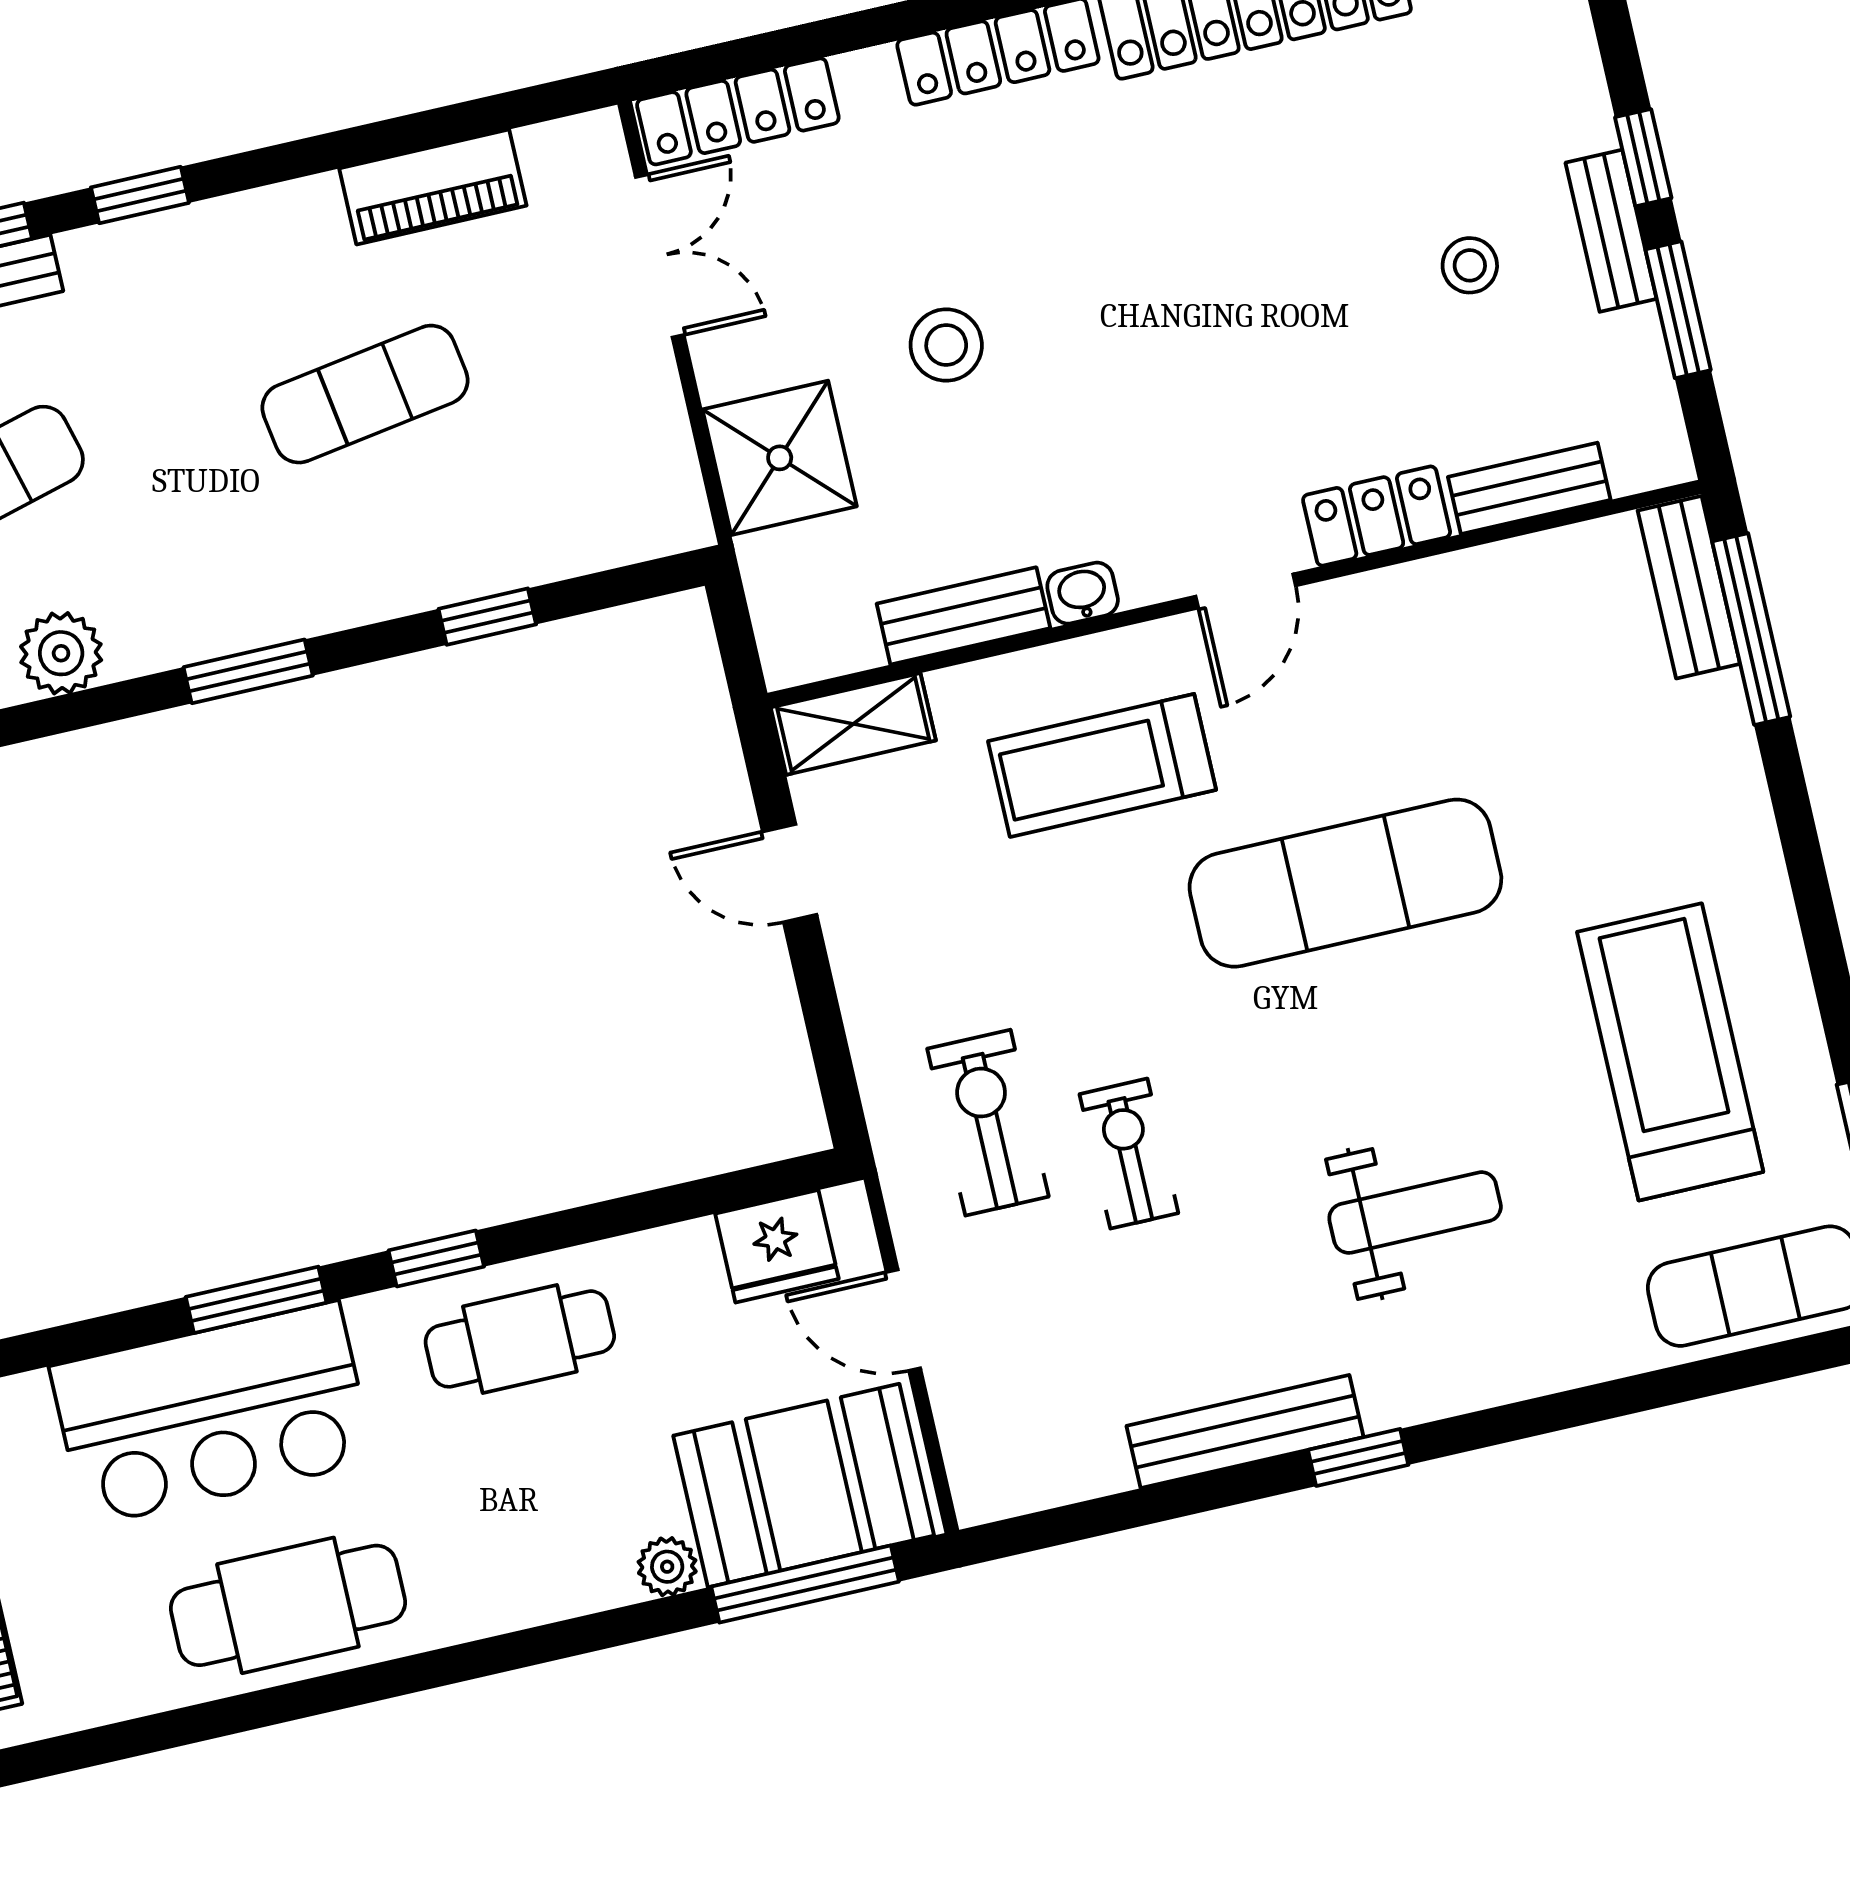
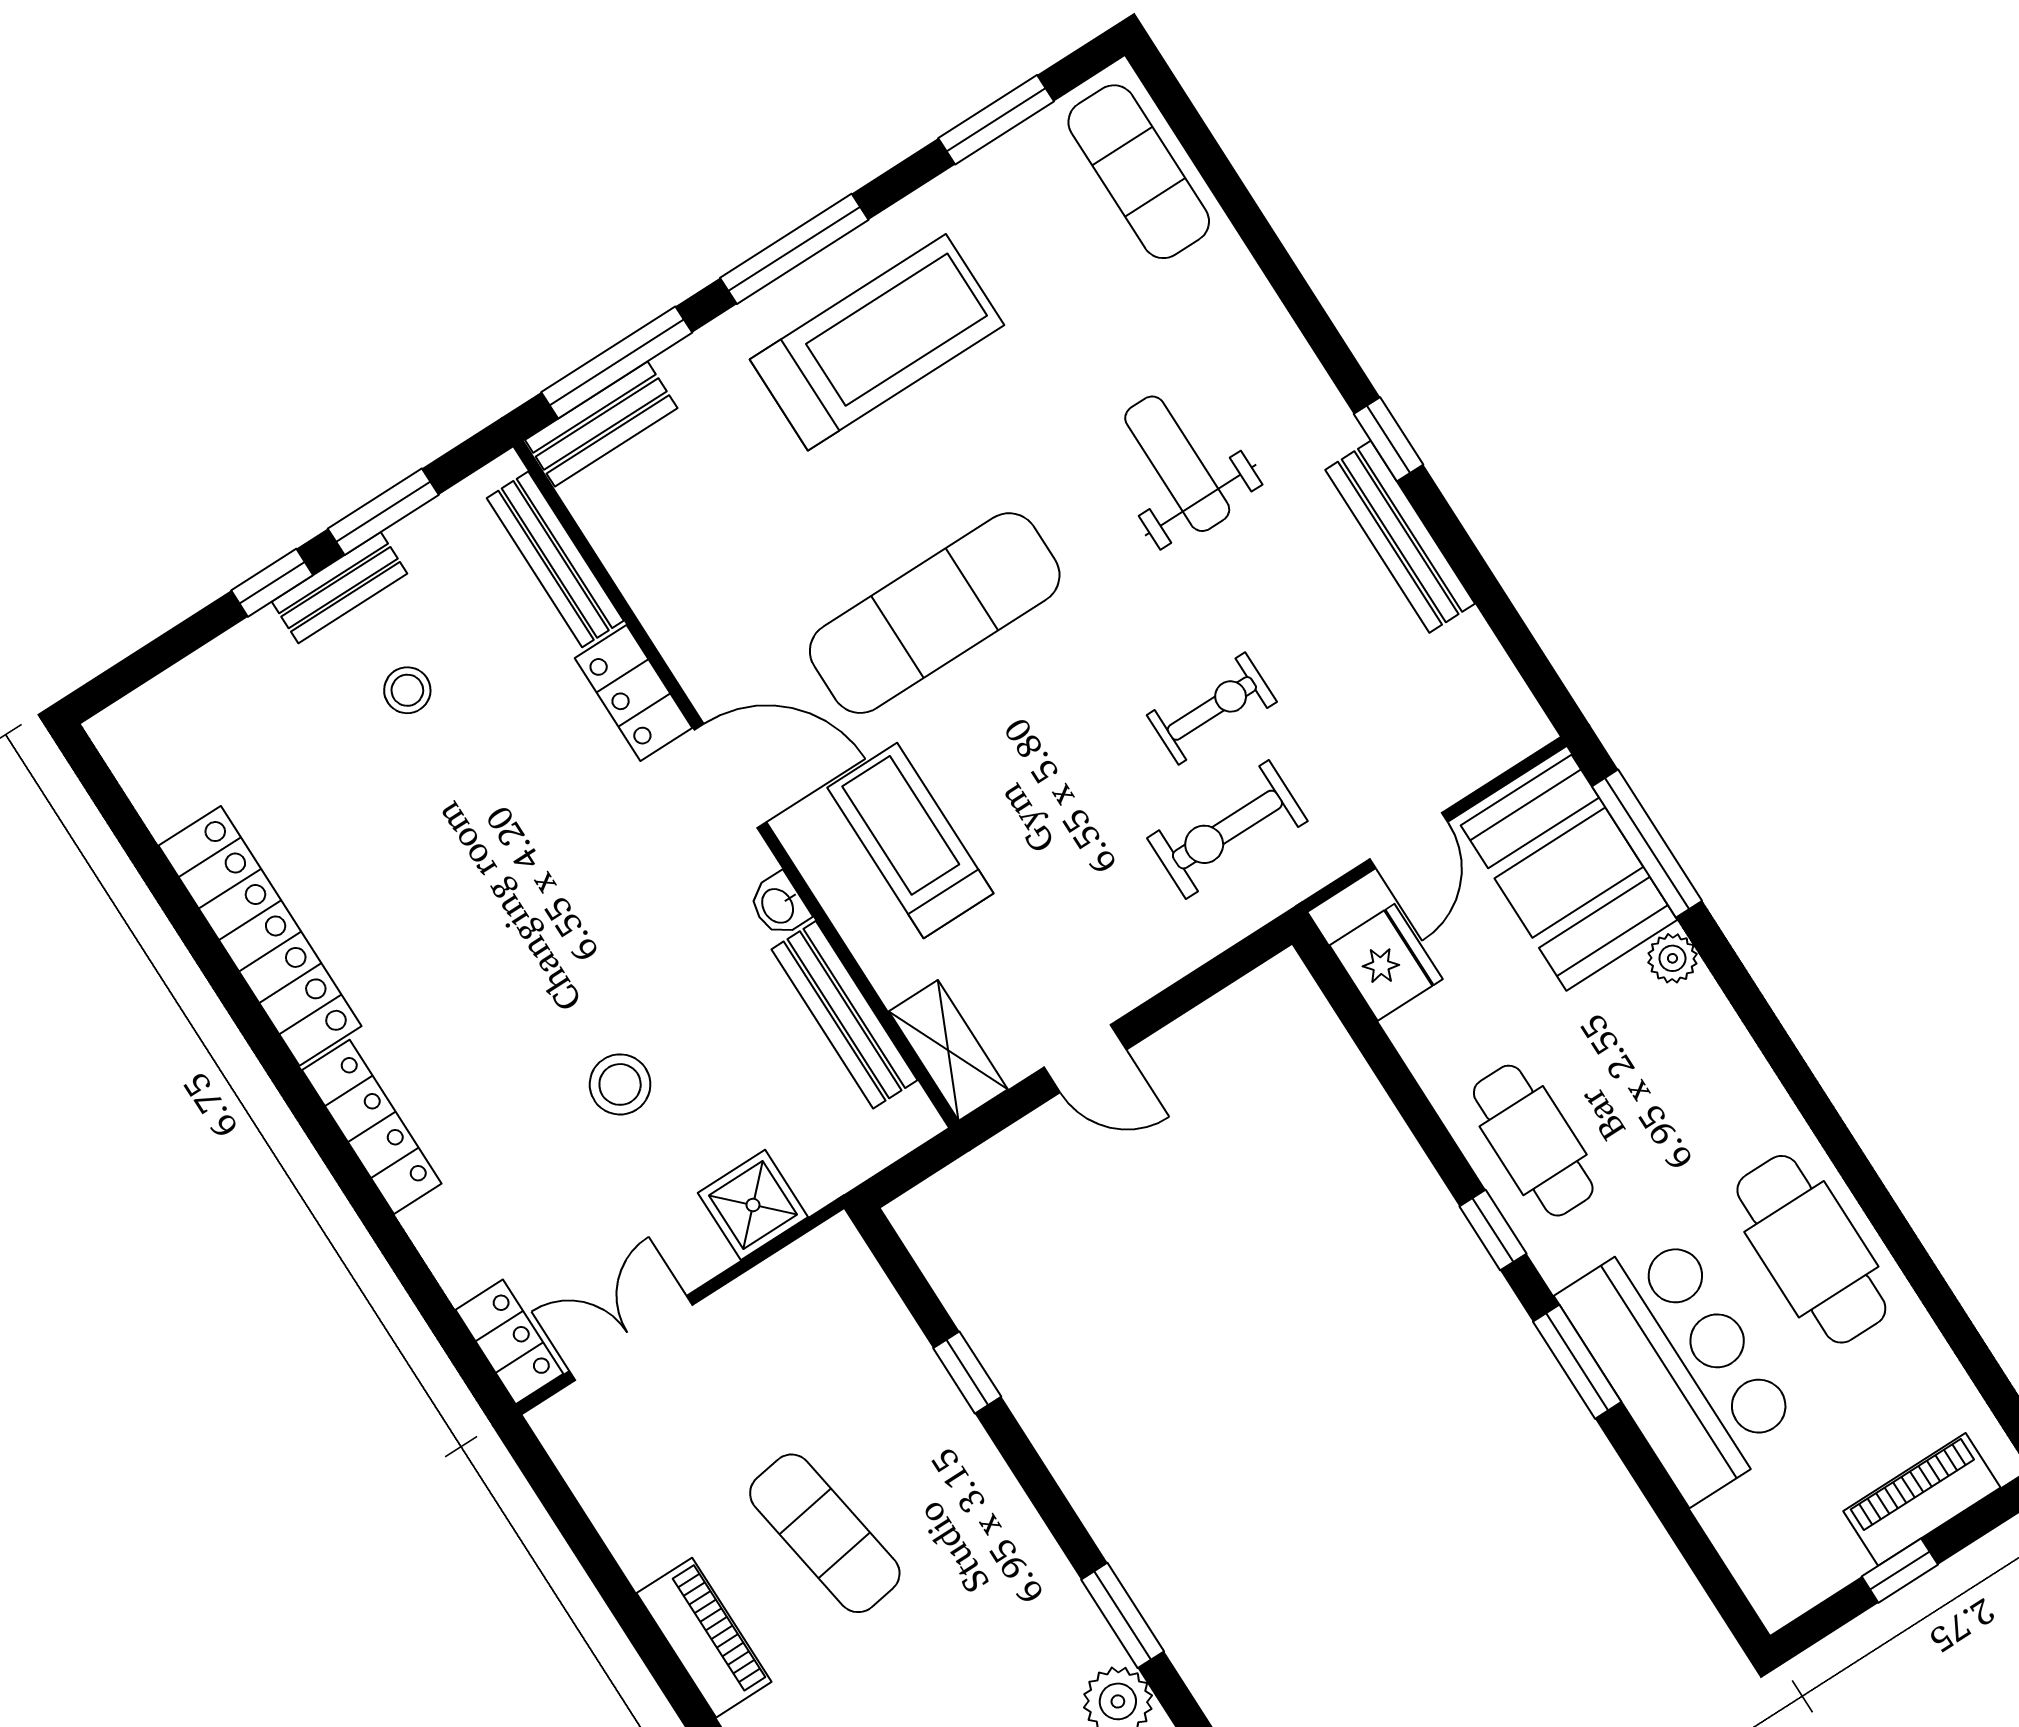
locker: (738, 111) -> (509, 1342), width x0.66
piano: (433, 187) -> (704, 1638), moved
shower: (780, 458) -> (753, 1205), width x0.73, depth x0.73
bench: (1529, 488) -> (555, 559), width x1.36
door: (1246, 591) -> (731, 776), width x1.38
bench: (963, 616) -> (844, 1015), width x1.36
window: (248, 671) -> (1123, 1615), moved
treadmill: (1102, 765) -> (910, 840), turned 180
window: (1807, 872) -> (794, 249), added
door: (790, 873) -> (1085, 1059), hinge flipped
exercise mat: (1345, 883) -> (935, 613), turned 90
treadmill: (1670, 1052) -> (877, 342), moved, turned 180
exercise bike: (1129, 1154) -> (1212, 708), turned 180

